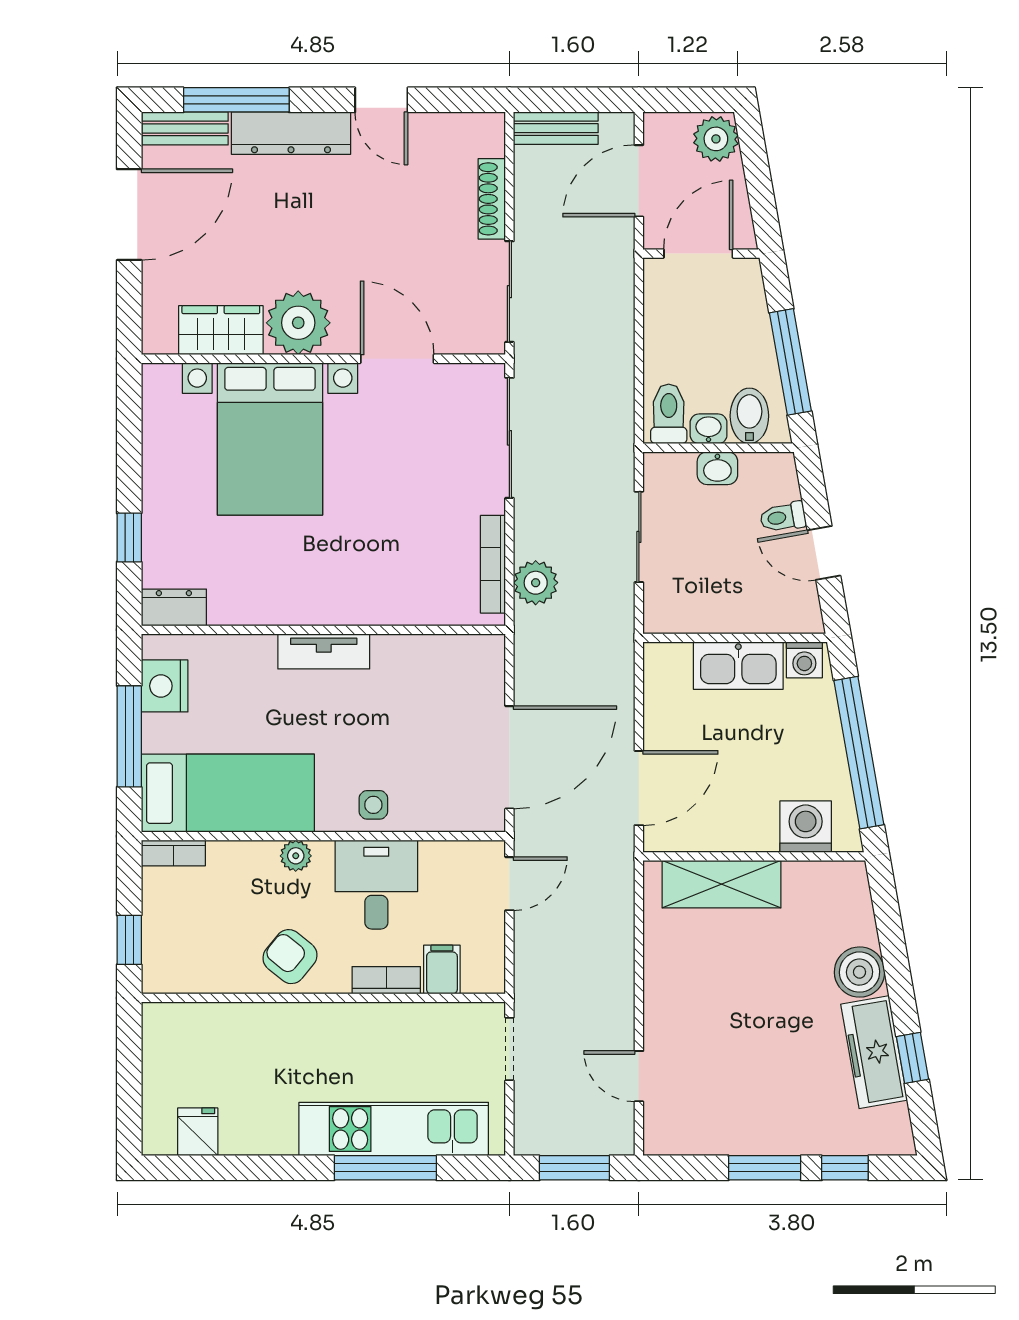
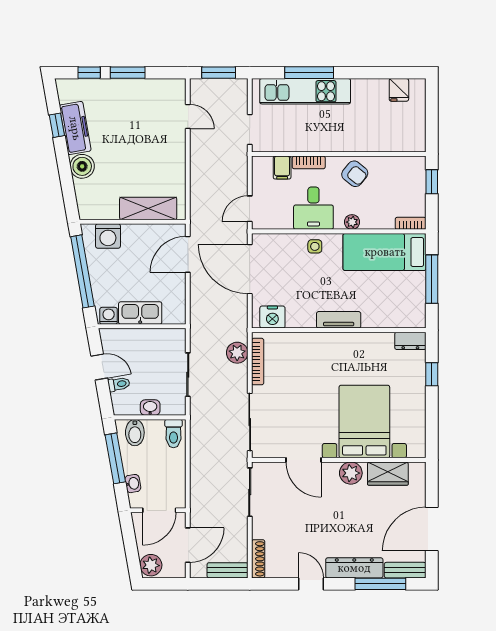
shoe rack: (492, 199) -> (258, 559), moved
plant: (298, 323) -> (351, 473), width x0.73, depth x0.73
washbasin: (709, 429) -> (133, 484), moved, turned -100
nightstand: (165, 686) -> (272, 317), moved, turned 90
door: (509, 757) -> (250, 269), hinge flipped

